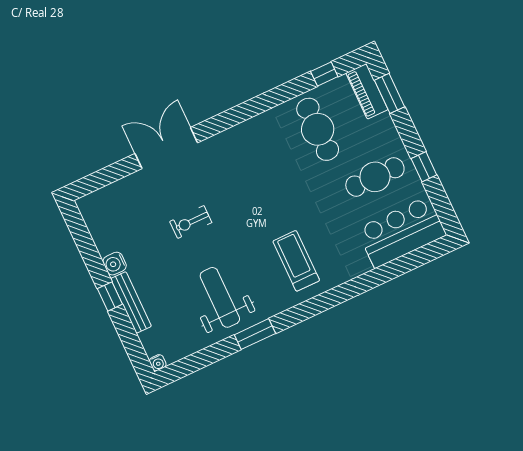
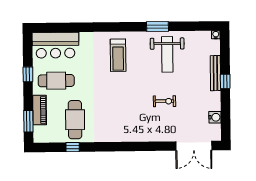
window: (324, 74) -> (73, 147), moved
piano: (367, 91) -> (40, 110), moved
double door: (166, 148) -> (194, 146), moved
water cooler: (115, 264) -> (215, 117), moved

